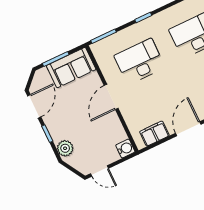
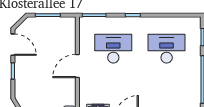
sofa: (71, 68) -> (57, 28), removed
door: (34, 106) -> (13, 45), hinge flipped
plant: (65, 148) -> (22, 89), removed

